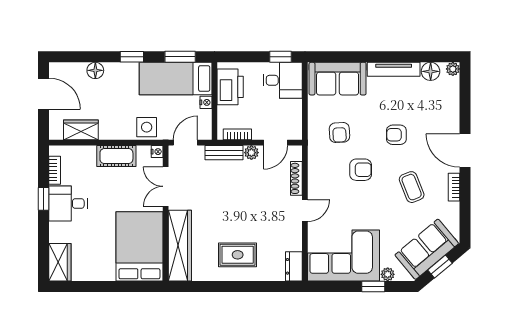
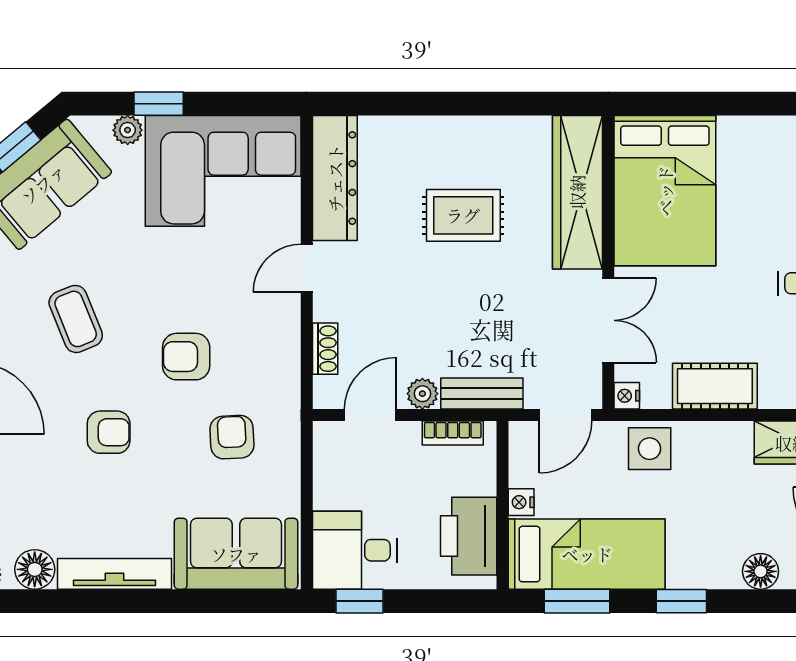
shoe rack: (296, 178) -> (325, 349), width x0.70
rug: (238, 255) -> (463, 215), moved
dresser: (294, 266) -> (335, 178), width x1.96, depth x1.24

